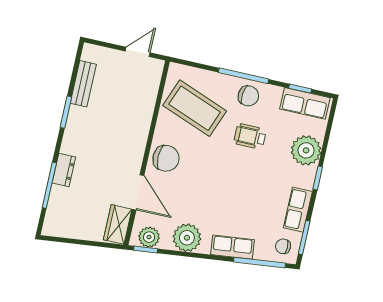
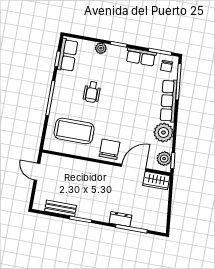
chair: (248, 96) -> (64, 94), removed
coffee table: (195, 108) -> (74, 131), turned 69
plant: (306, 150) -> (101, 48), width x0.53, depth x0.53
row of seats: (233, 247) -> (169, 101), width x1.48

